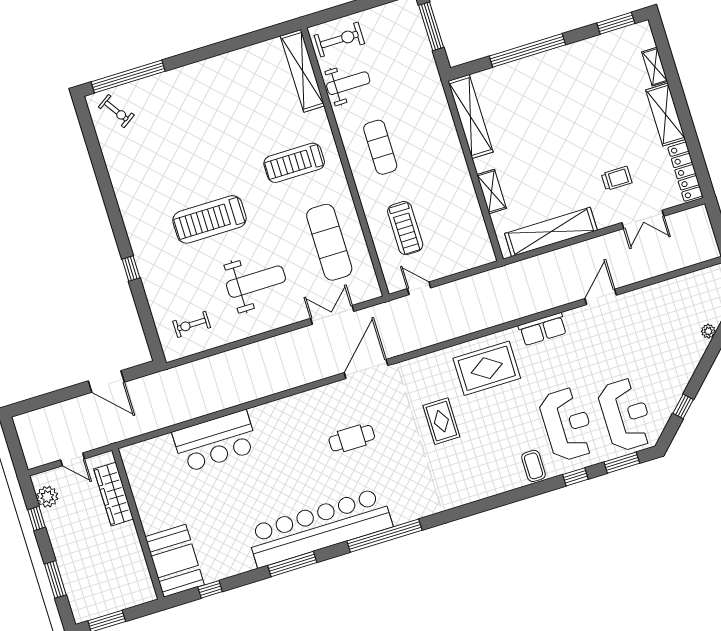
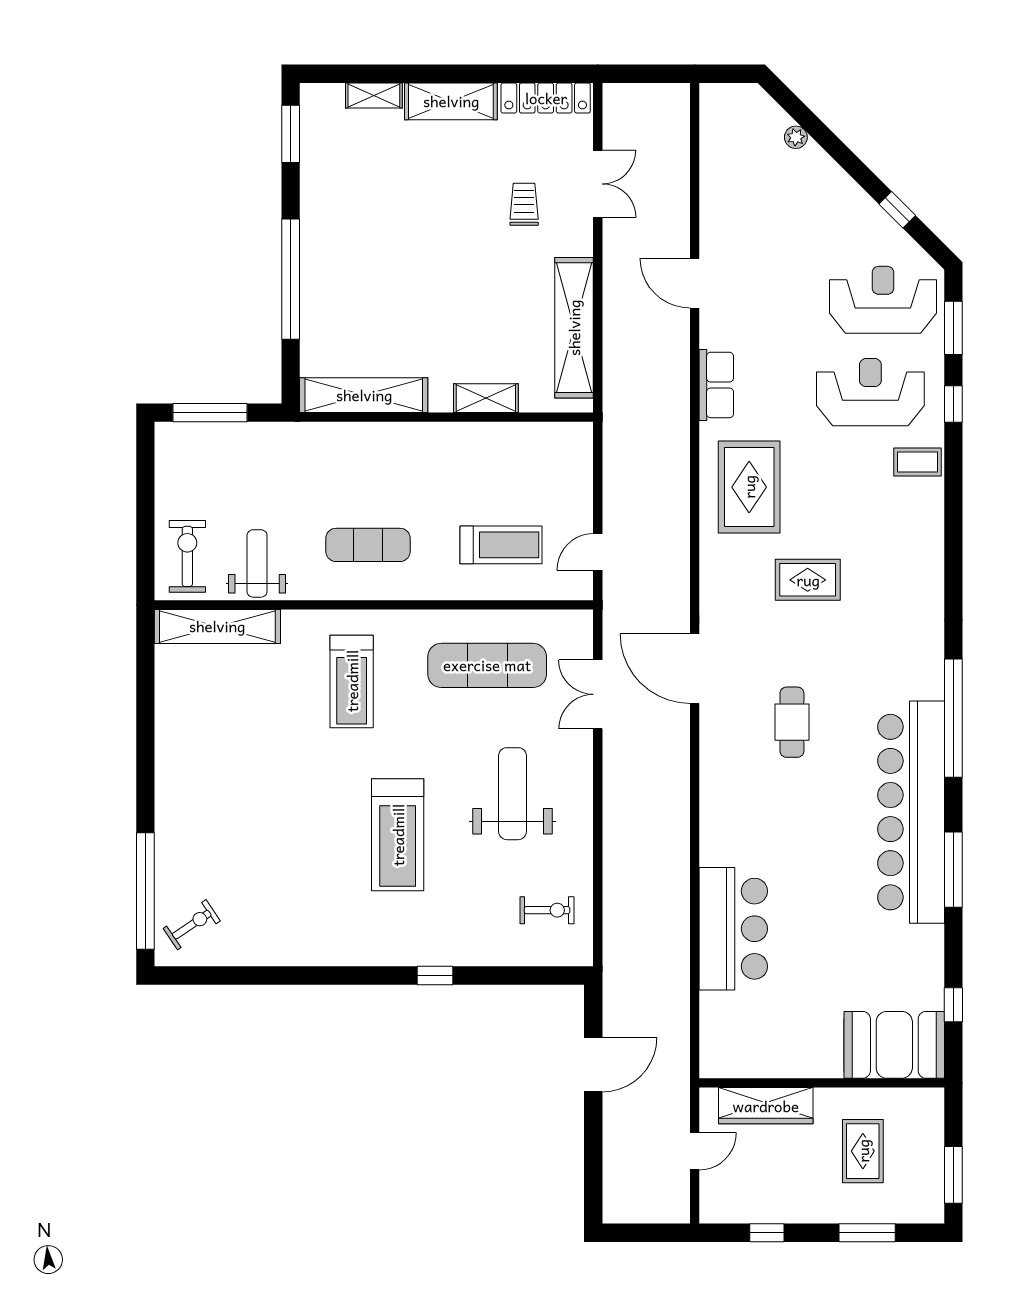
exercise bike: (192, 324) -> (547, 910), turned -90
plant: (47, 497) -> (739, 1207), removed
rug: (104, 562) -> (863, 1151), added

